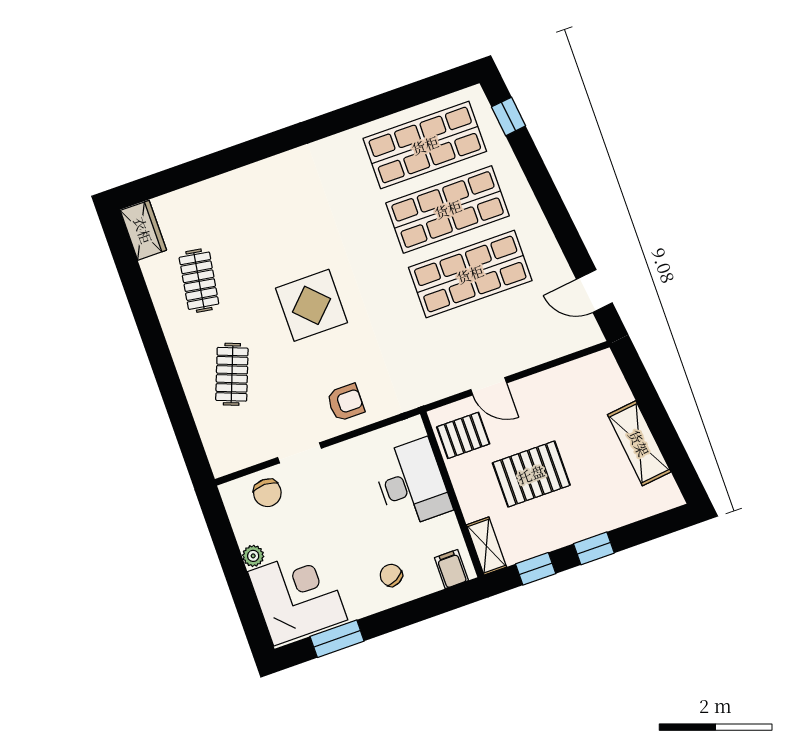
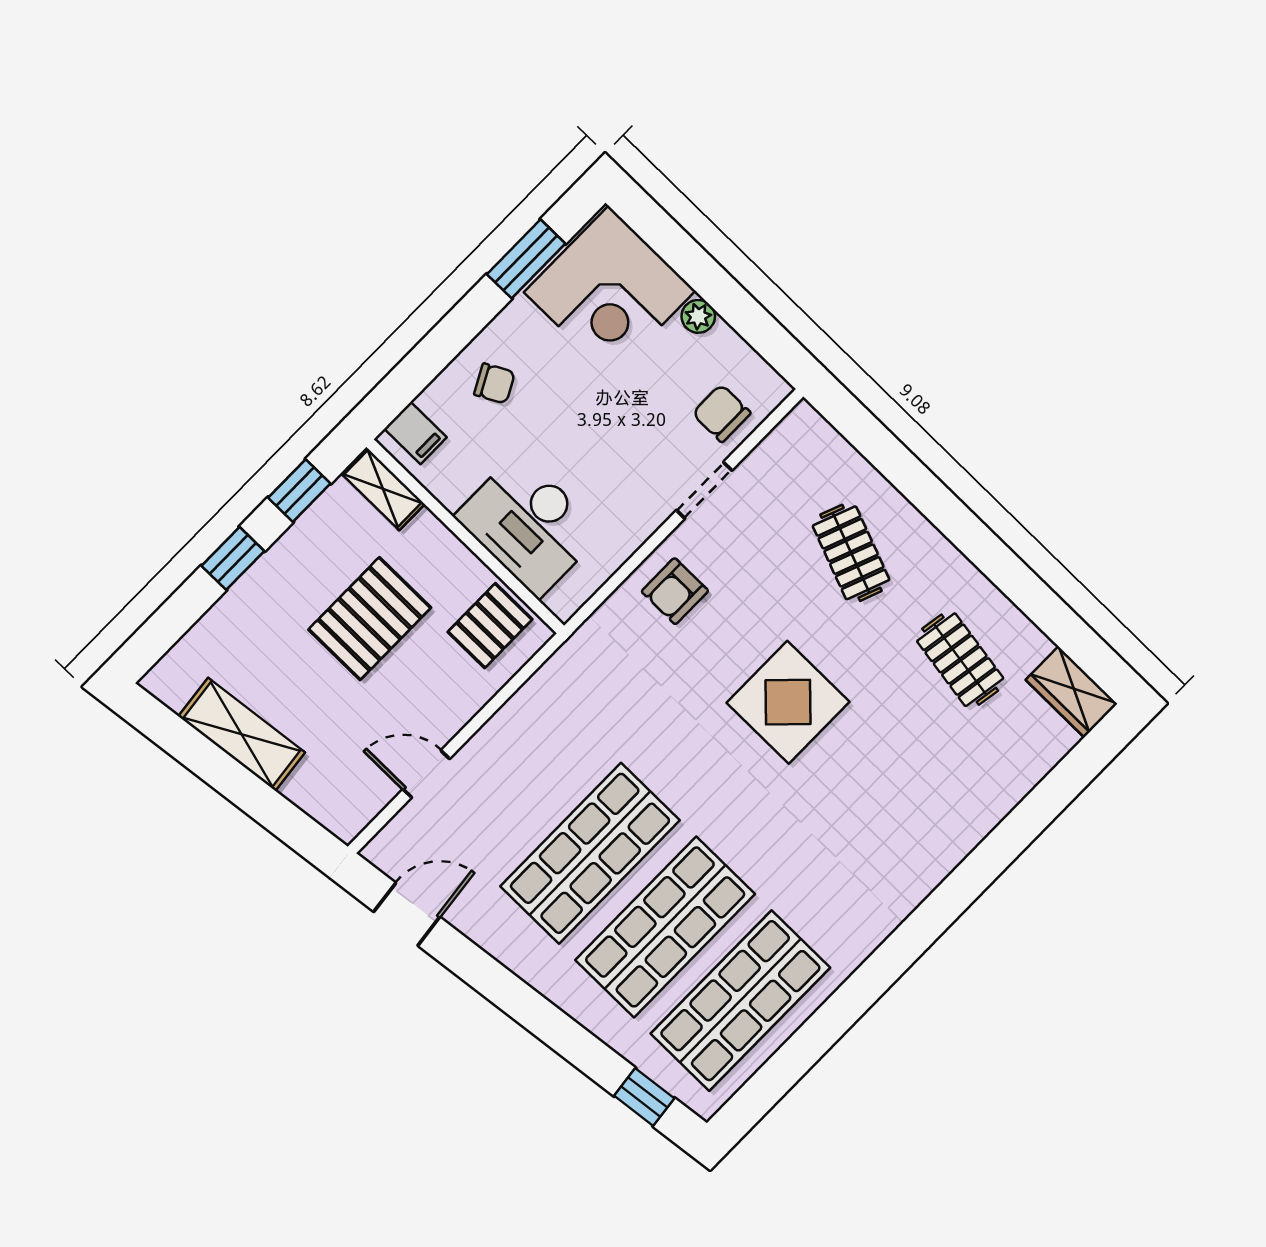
door: (489, 386) -> (426, 774), moved

